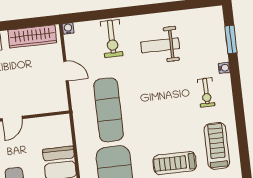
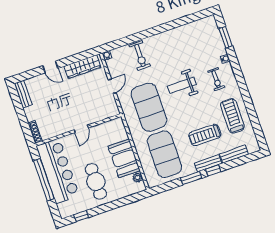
weight bench: (160, 45) -> (182, 85), moved
door: (66, 71) -> (112, 86), hinge flipped
exercise mat: (109, 110) -> (149, 107), width x1.47

